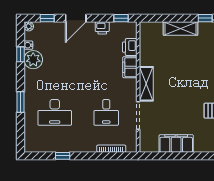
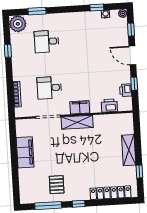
window: (121, 18) -> (134, 84), moved
printer: (102, 28) -> (126, 90), moved
plant: (33, 60) -> (18, 24), moved
filing cabinet: (130, 67) -> (80, 107), moved
window: (20, 102) -> (37, 11), moved
desk: (55, 112) -> (47, 41), width x0.73

